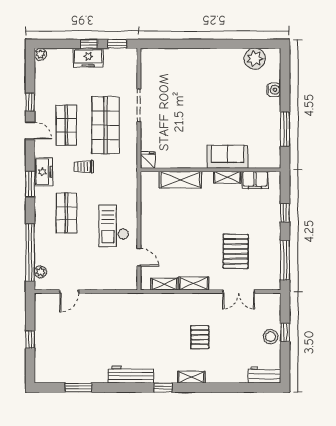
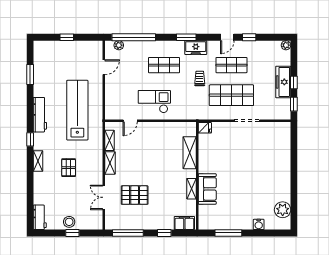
freezer: (88, 58) -> (283, 82), width x1.40
filing cabinet: (255, 180) -> (184, 223), moved, turned 90
door: (69, 292) -> (104, 67), swing flipped
lab bench: (125, 326) -> (77, 110), added
pallet: (200, 337) -> (69, 168), turned 90

